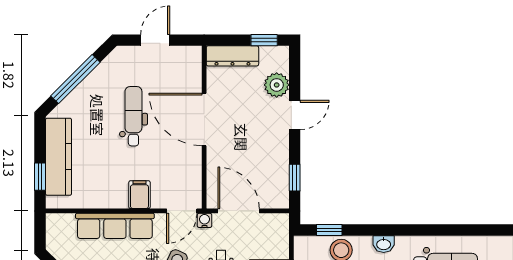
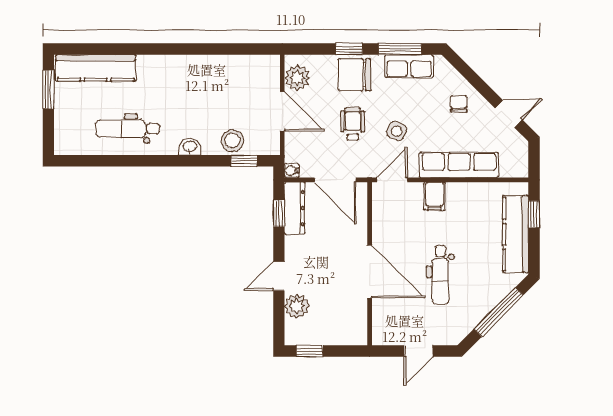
dresser: (232, 56) -> (295, 208), moved, turned 90
water cooler: (204, 220) -> (292, 170), moved, turned 90

